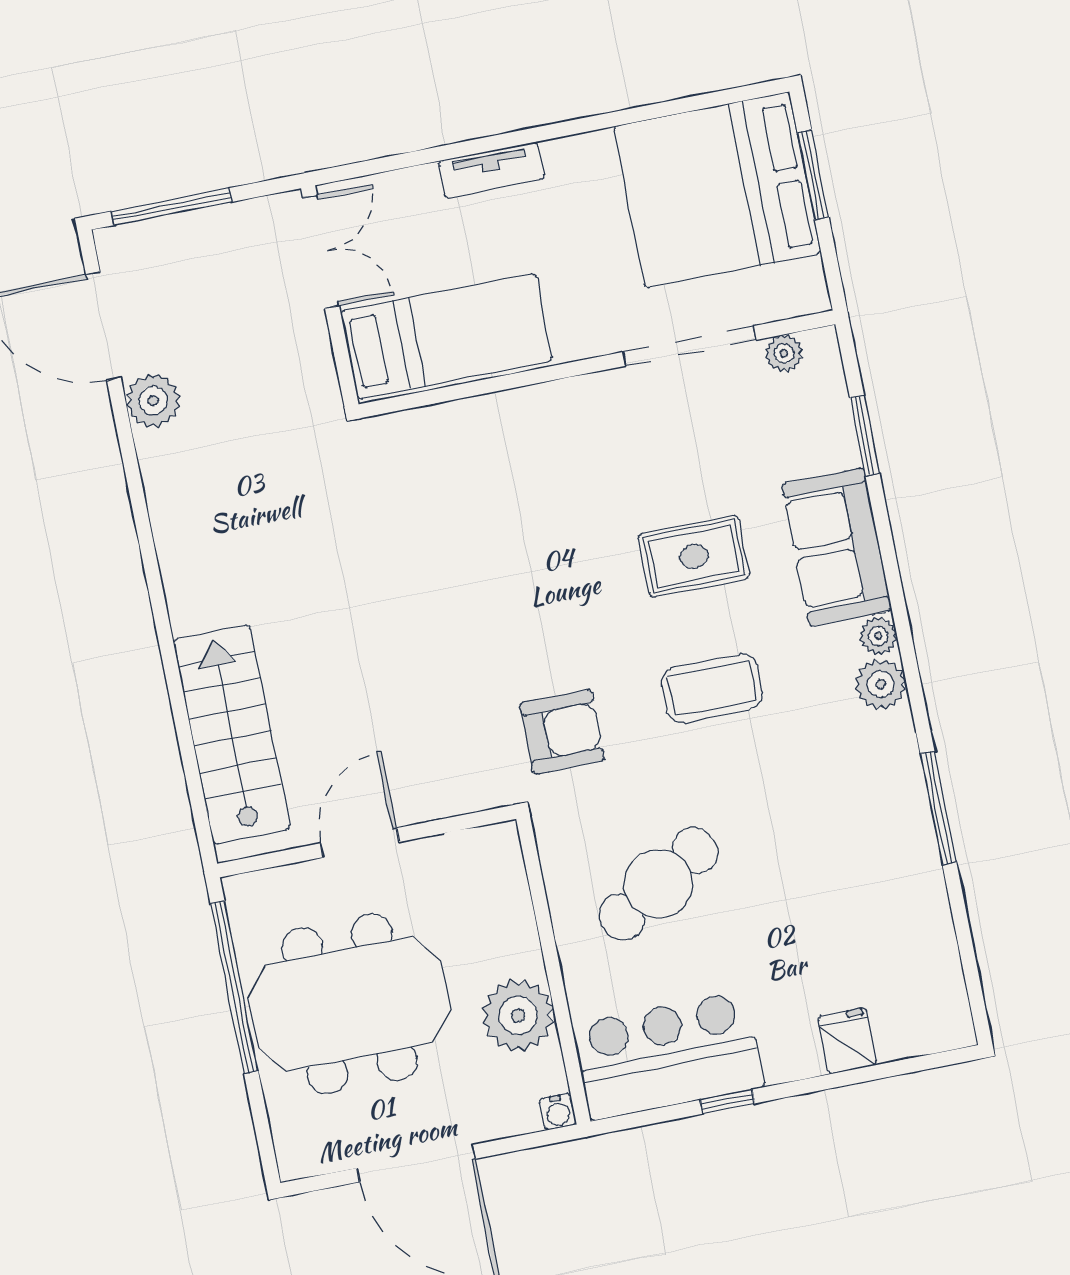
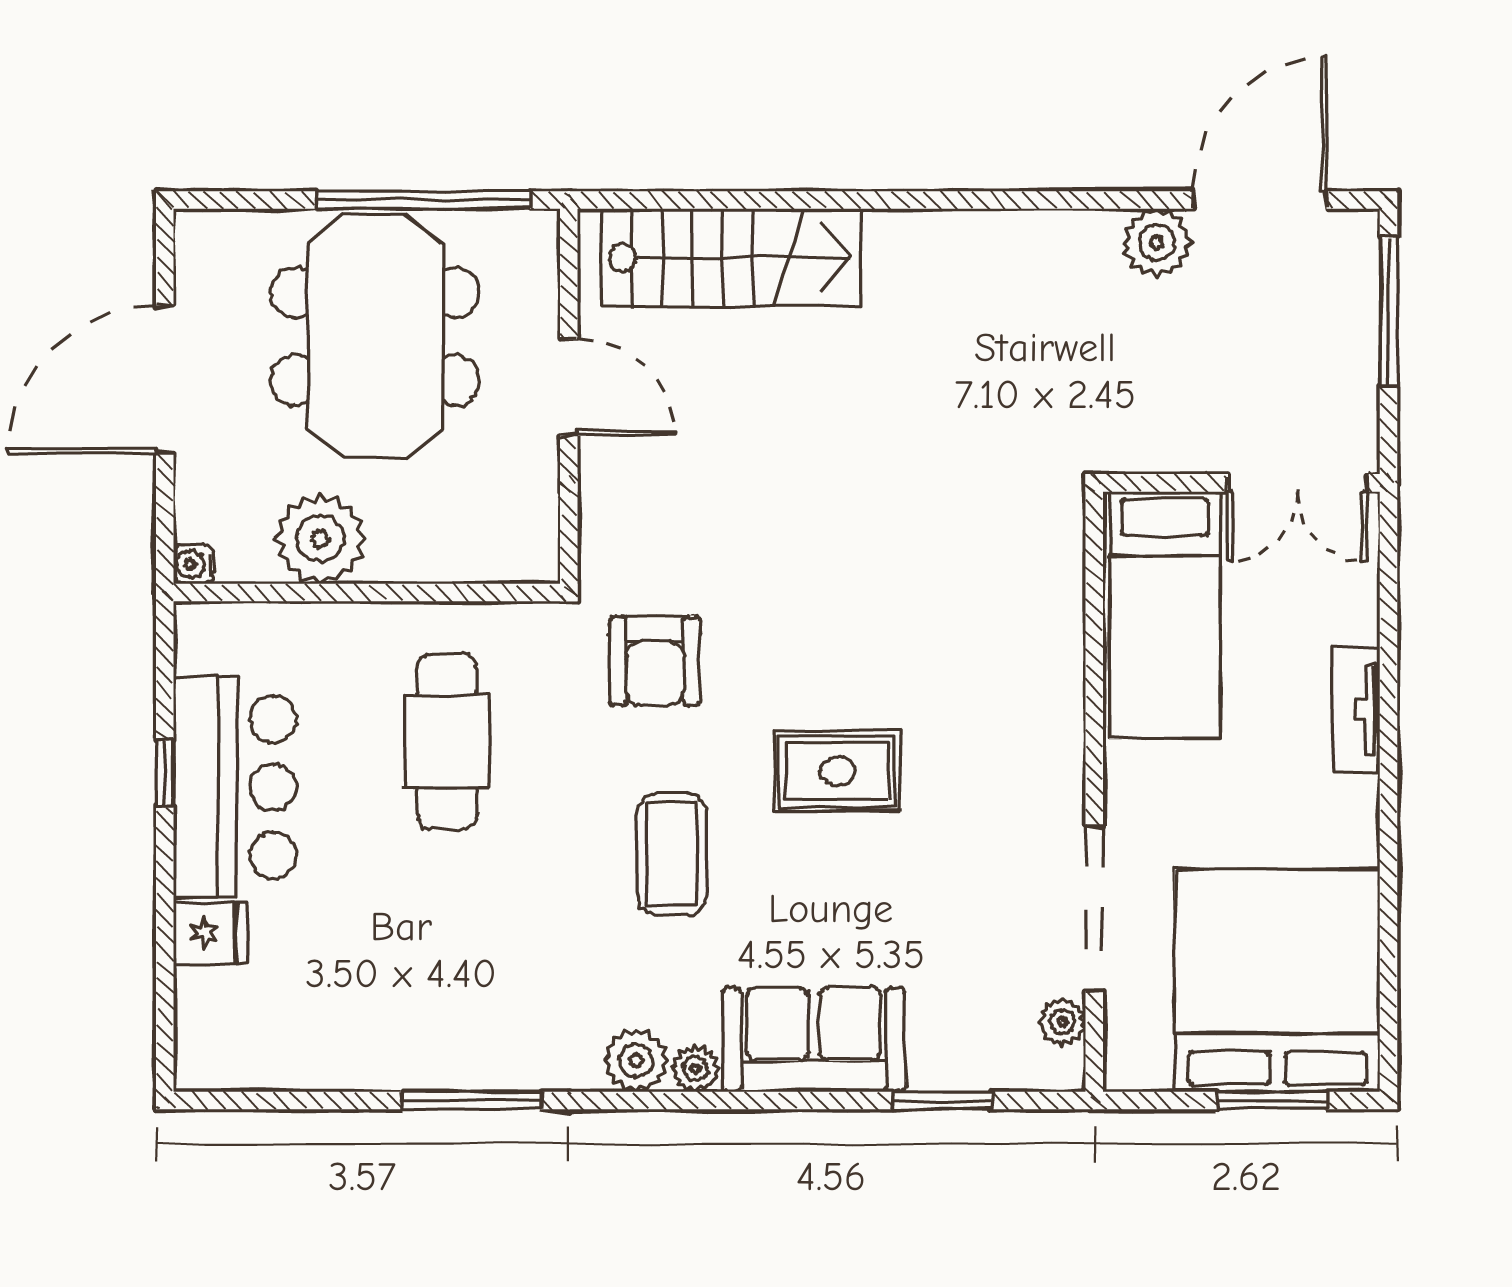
rug: (694, 556) -> (838, 771), moved, turned 90
cafe table: (658, 884) -> (447, 741), turned 31
bar counter: (668, 1056) -> (235, 787), moved

